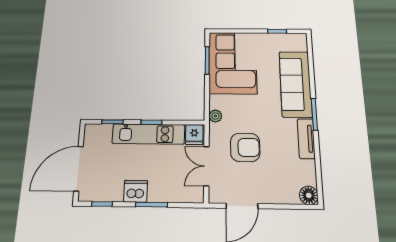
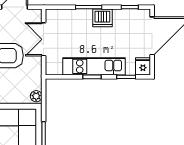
plant: (215, 116) -> (36, 96), moved
fridge: (194, 135) -> (143, 66), moved
double door: (206, 166) -> (44, 39), swing flipped

